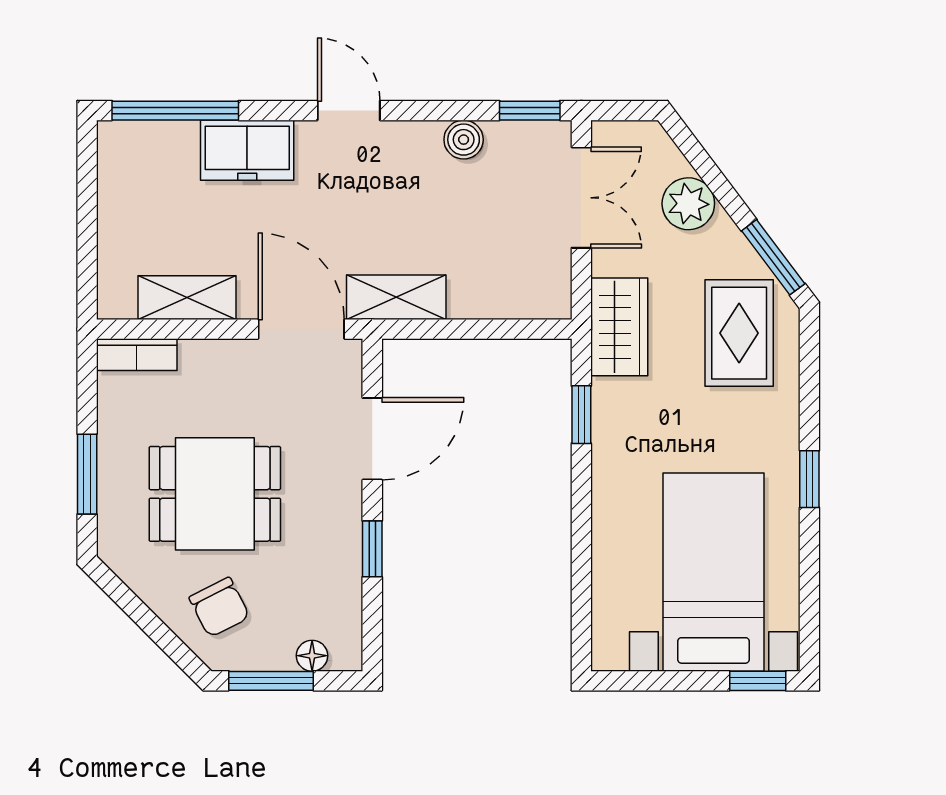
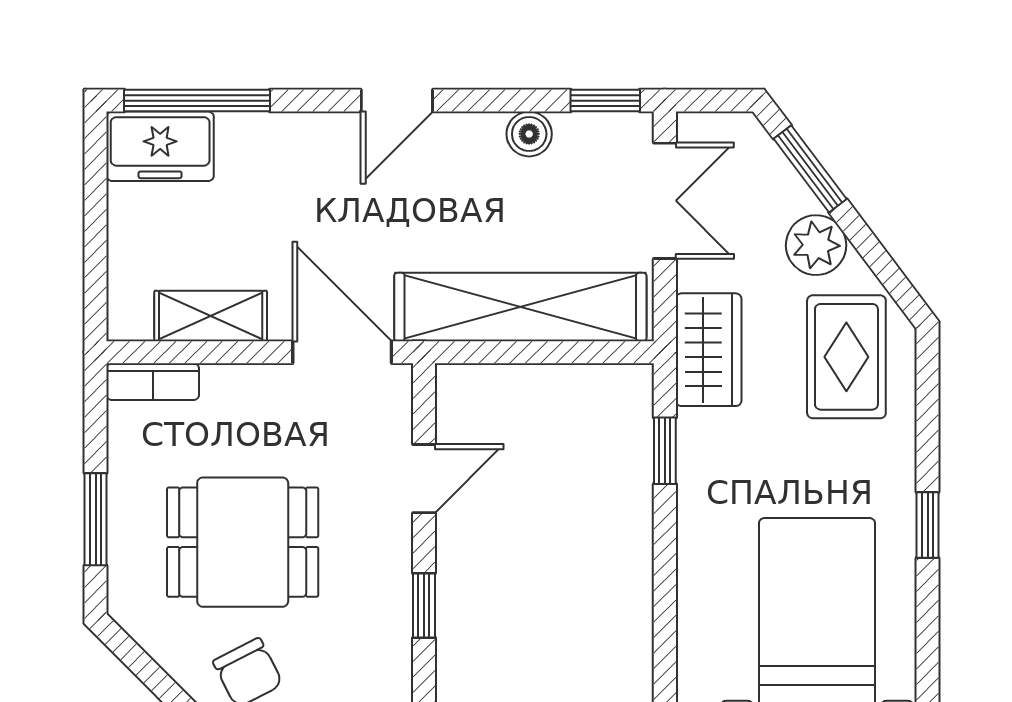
door: (349, 111) -> (397, 101), swing flipped
freezer: (247, 150) -> (160, 146), moved
plant: (688, 204) -> (816, 245), moved
window: (773, 257) -> (810, 169), moved
shelving: (396, 297) -> (520, 307), width x2.20, depth x1.33
door: (372, 439) -> (424, 479), width x0.73

